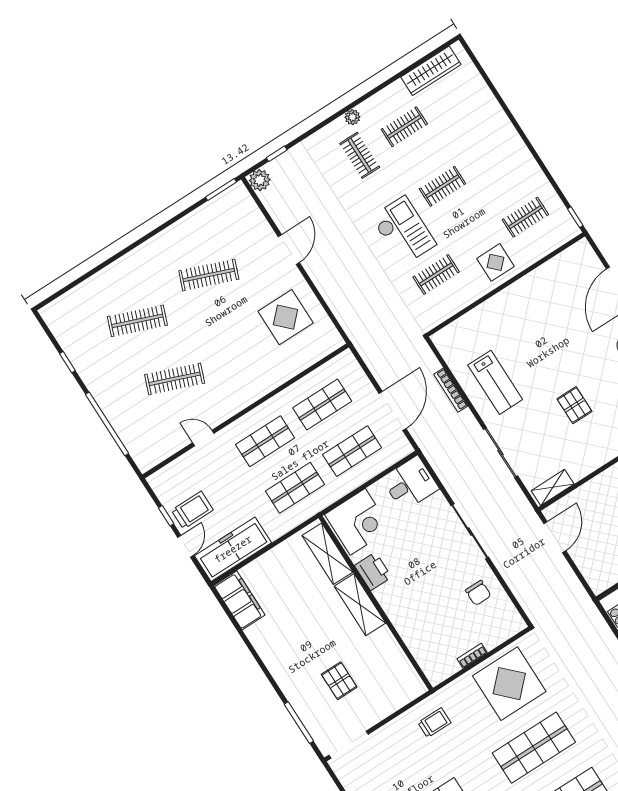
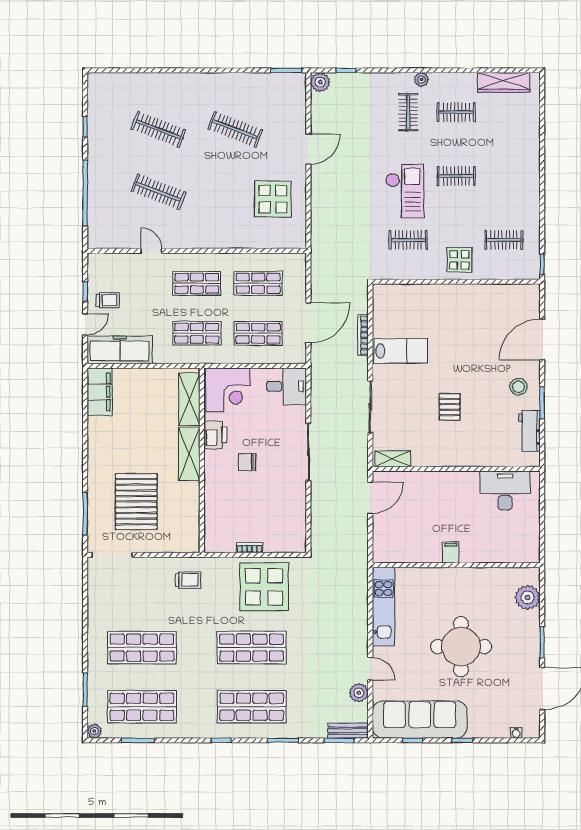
lab bench: (495, 382) -> (401, 351), turned -90
trolley: (192, 510) -> (108, 300), width x0.73, depth x0.72
chair: (478, 593) -> (247, 462), moved, turned 90
pallet: (339, 681) -> (136, 502), width x2.05, depth x2.00

